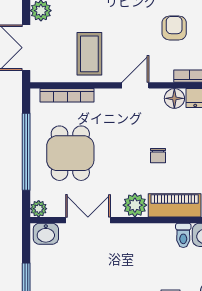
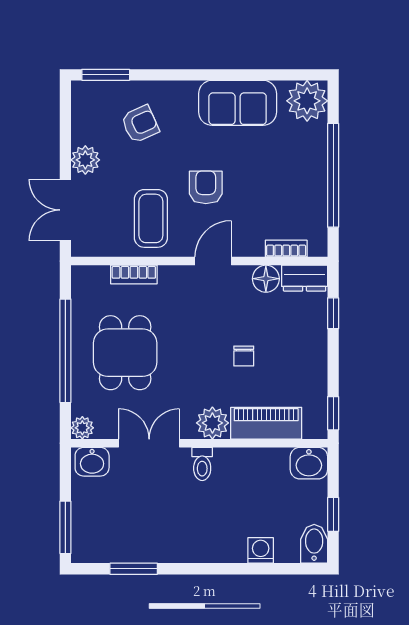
armchair: (174, 28) -> (206, 187), moved
bookcase: (67, 95) -> (134, 275), width x0.64
toilet: (183, 235) -> (202, 464), moved

